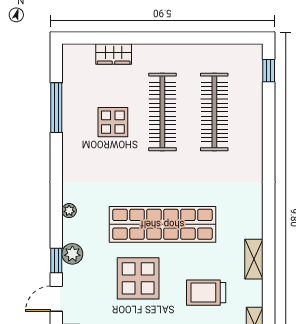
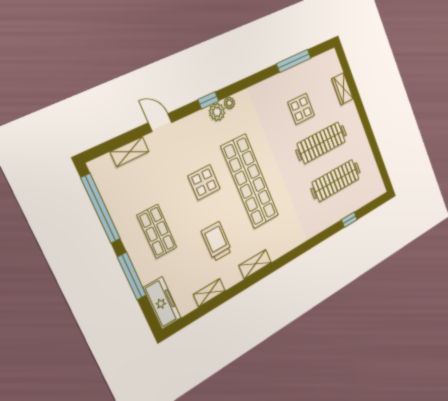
window: (269, 71) -> (349, 220), moved
plant: (72, 254) -> (217, 112), moved
window: (56, 261) -> (208, 100), moved
display table: (138, 278) -> (204, 182), width x0.73, depth x0.73

